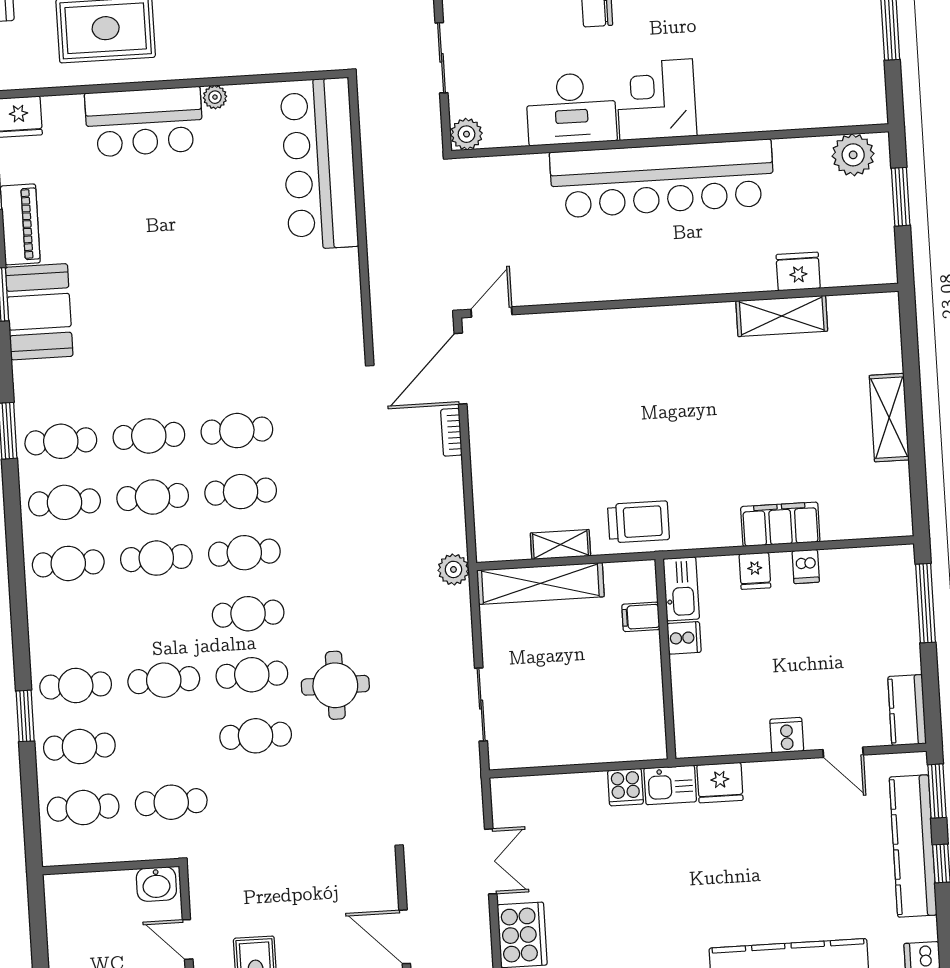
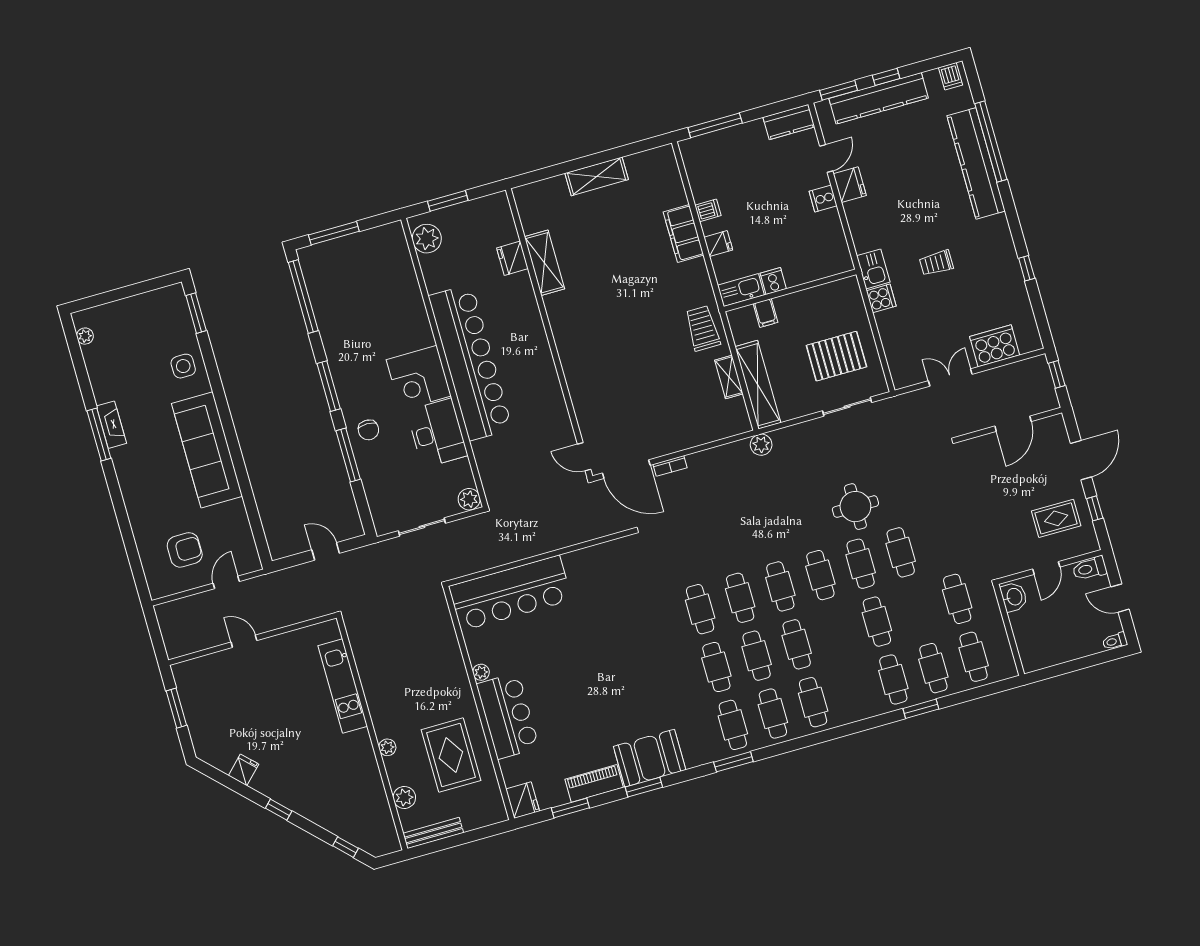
pallet: (557, 705) -> (836, 356), added
fridge: (720, 783) -> (850, 185), moved
trolley: (659, 877) -> (936, 263), added

